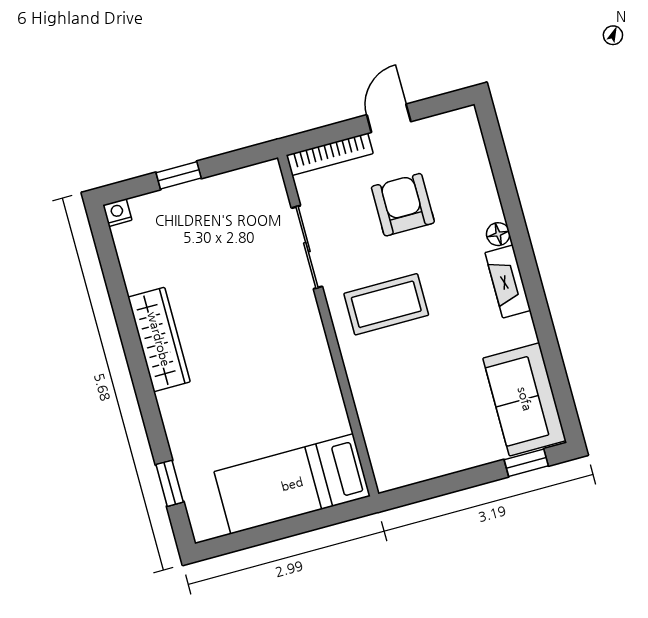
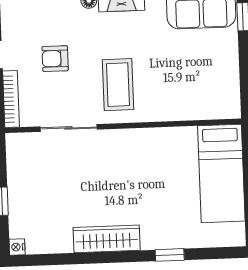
armchair: (403, 205) -> (55, 59), width x0.72, depth x0.72
window: (170, 483) -> (170, 255), moved

